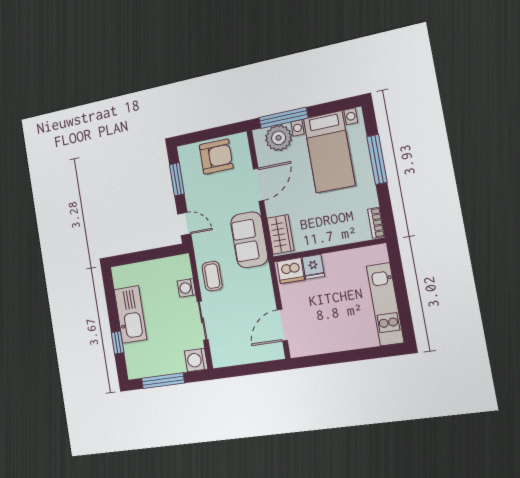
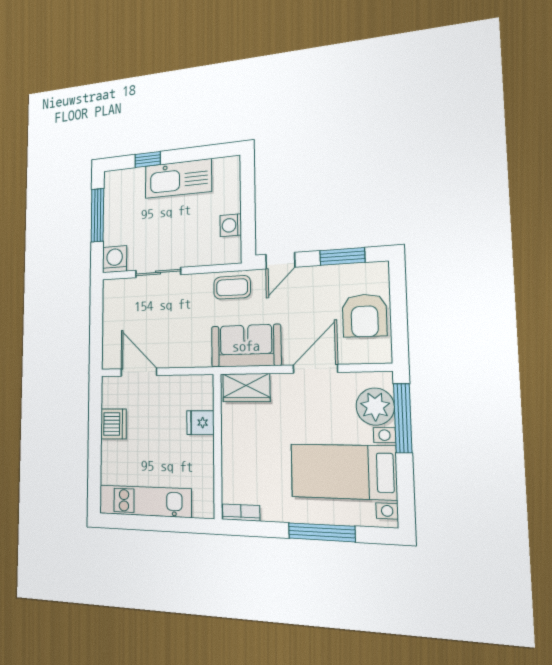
door: (258, 185) -> (315, 369), swing flipped
dishwasher: (291, 271) -> (113, 424), moved, turned 180
coffee table: (212, 276) -> (232, 287), moved
washing machine: (186, 288) -> (231, 225), moved, turned -90

